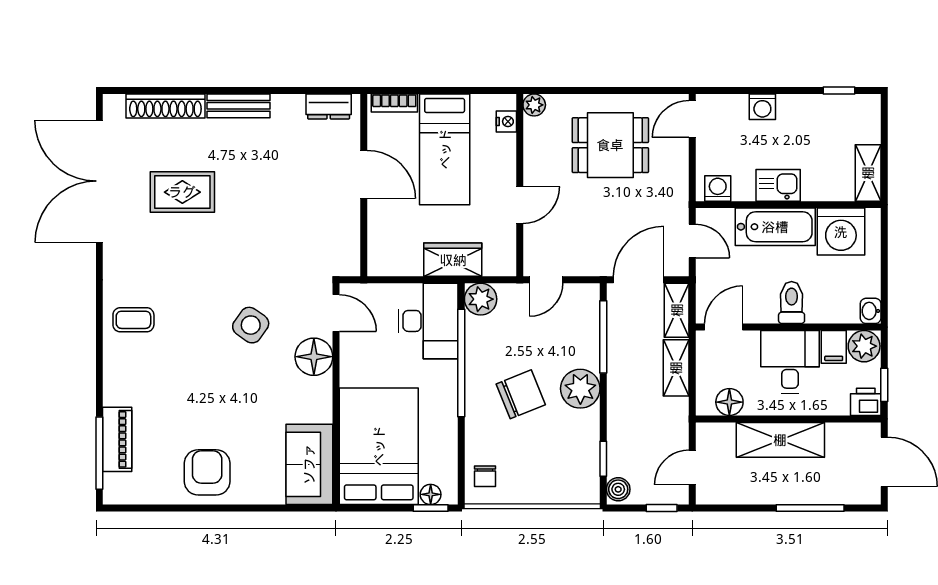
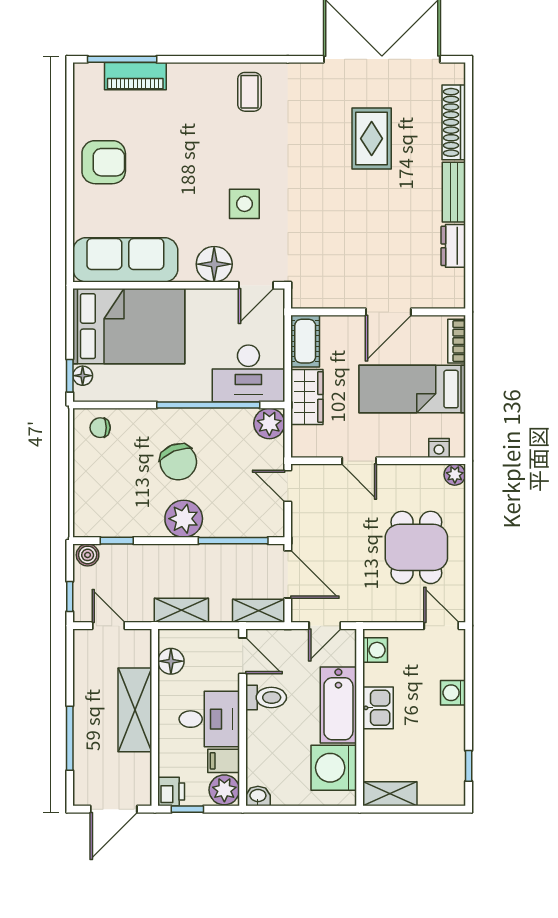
dresser: (329, 106) -> (453, 246), moved
cot: (394, 262) -> (305, 341), added
toilet: (792, 303) -> (266, 697), moved
side table: (251, 325) -> (244, 204), turned -35
shelving: (676, 368) -> (181, 610), moved
sofa: (309, 464) -> (125, 260), width x1.36

